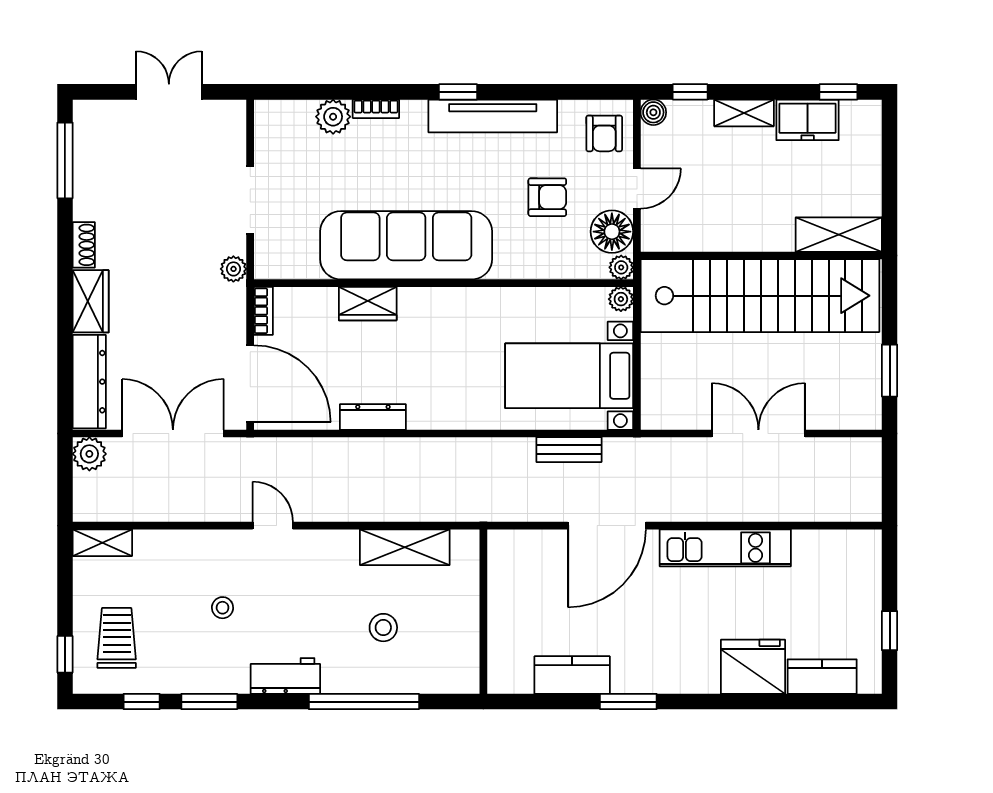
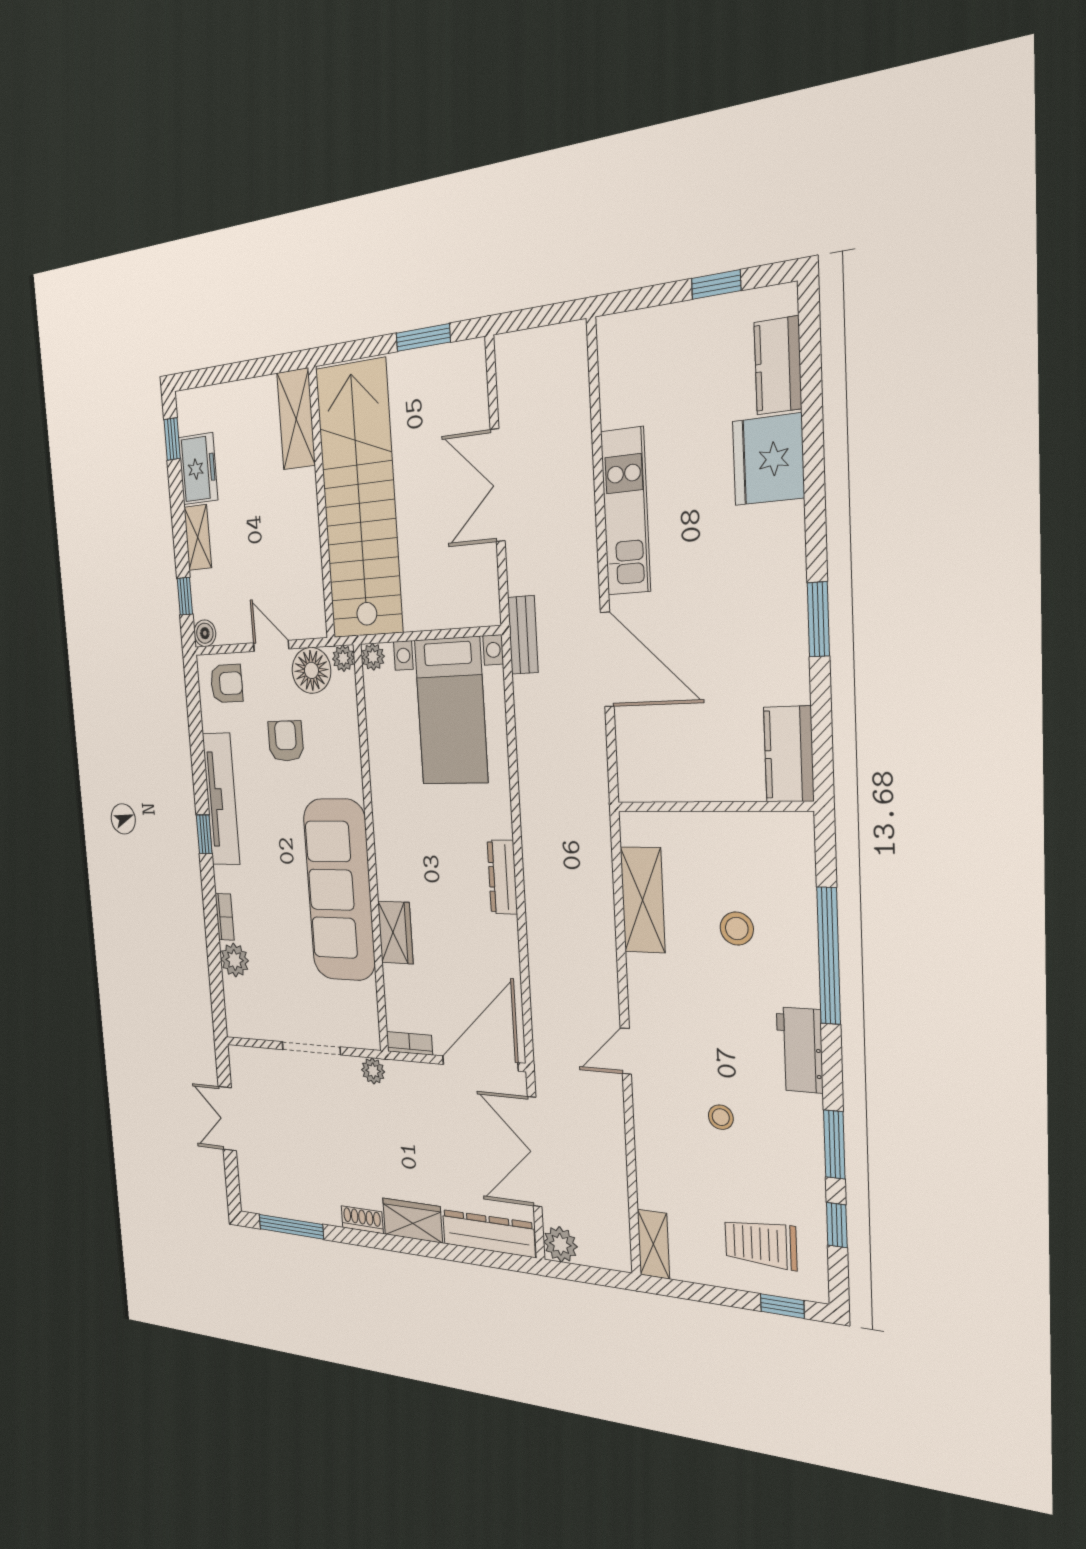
dresser: (373, 417) -> (502, 877), moved
bench: (569, 450) -> (523, 635), moved
kitchen counter: (572, 675) -> (789, 754), moved

